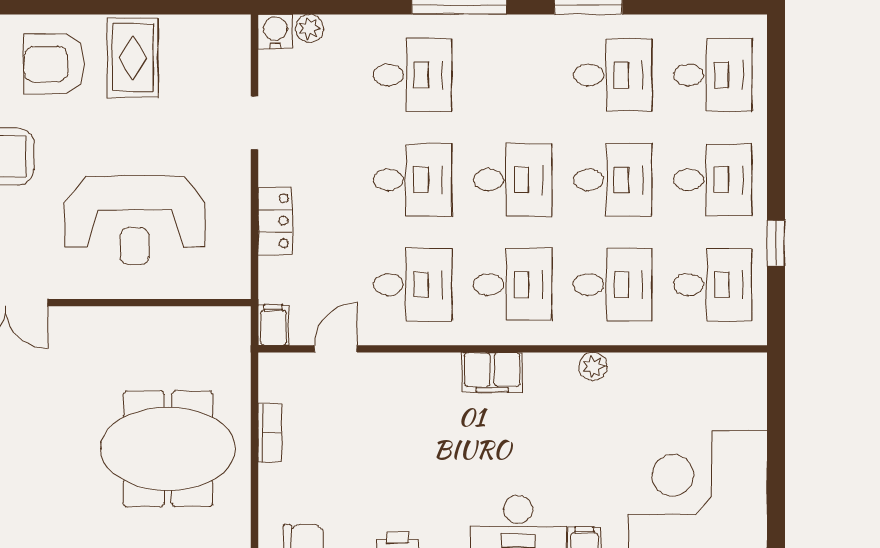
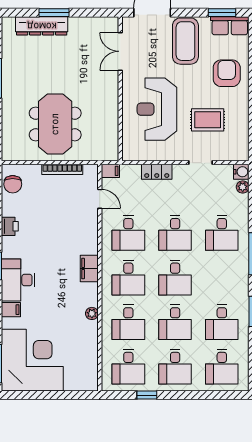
rug: (133, 58) -> (208, 120), moved
bookcase: (270, 433) -> (62, 169), width x1.56

